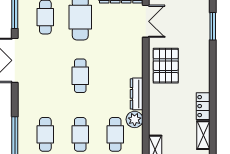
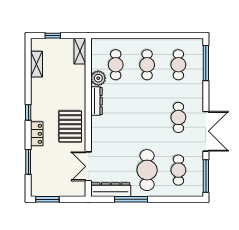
cafe table: (80, 76) -> (178, 117), moved
window: (213, 81) -> (28, 112), added
locker: (203, 106) -> (37, 134), moved

